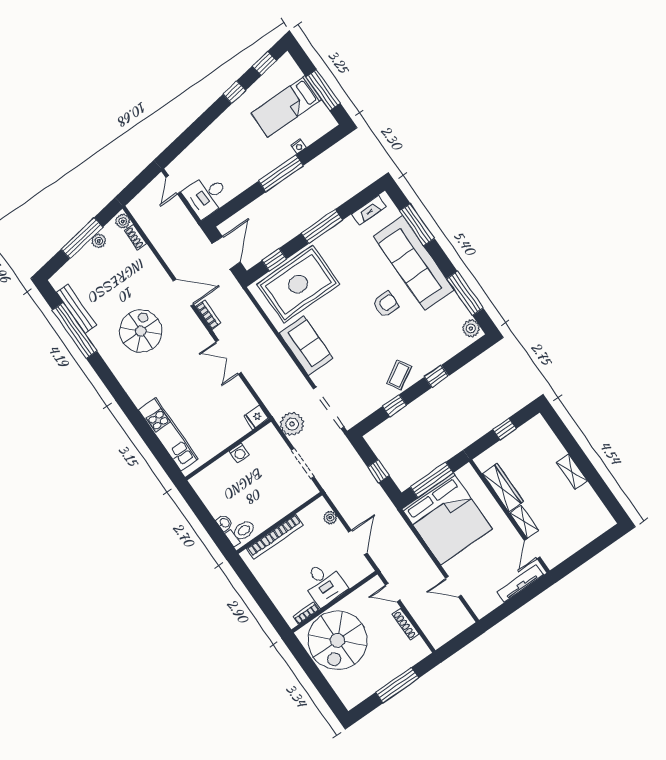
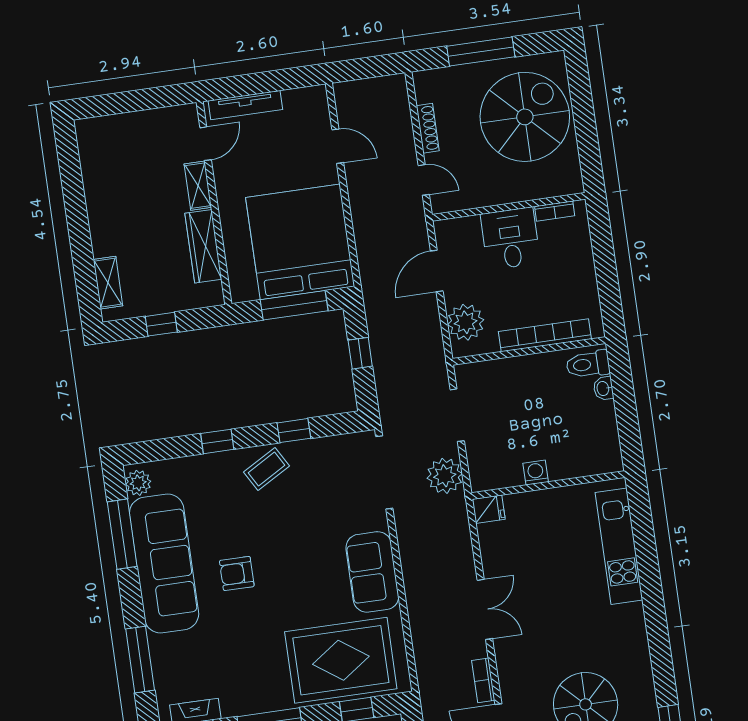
sofa: (414, 263) -> (164, 563), moved
shelving: (572, 471) -> (108, 283), moved
plant: (330, 518) -> (466, 322), width x1.88, depth x1.88
spiral stairs: (338, 640) -> (525, 117), moved

